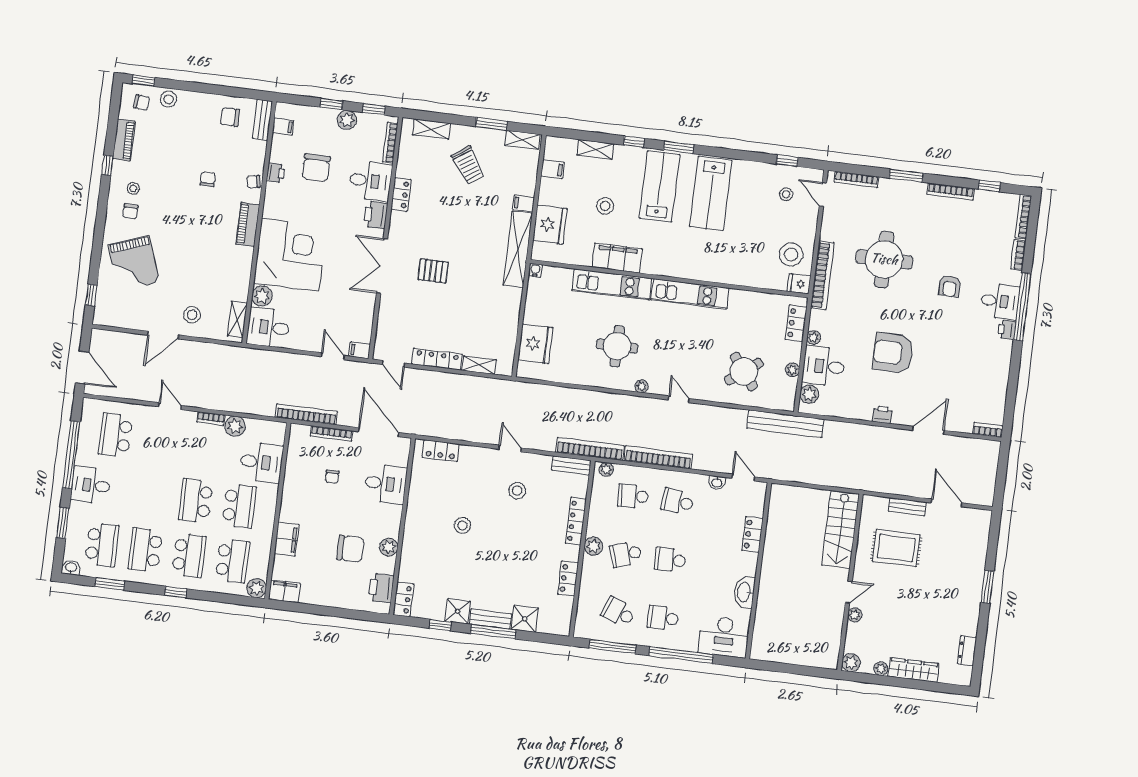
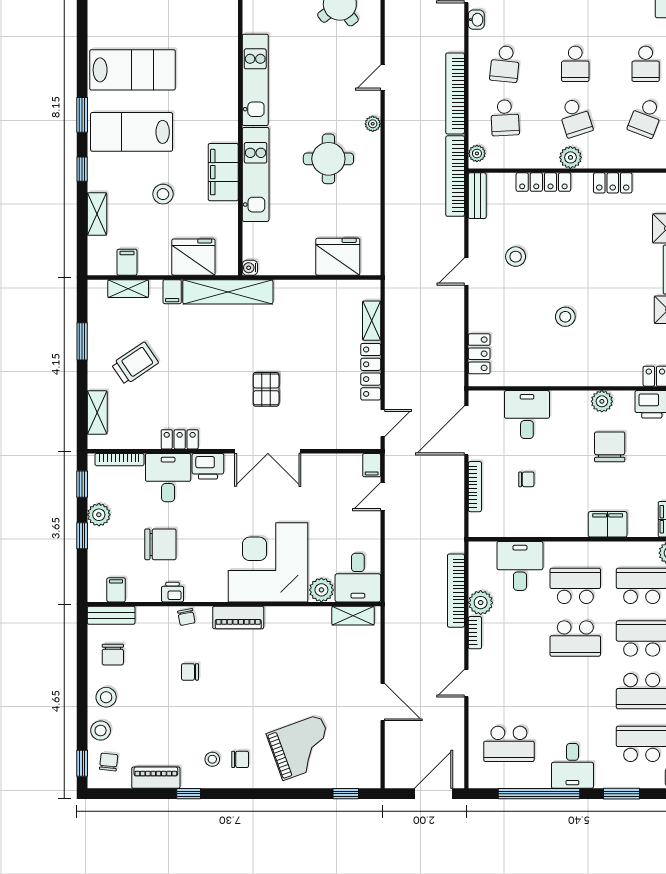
shelving: (522, 140) -> (128, 289), moved, turned 90
stool: (192, 315) -> (106, 697), moved
bookcase: (306, 414) -> (456, 591), moved

